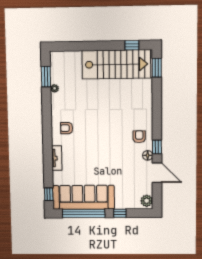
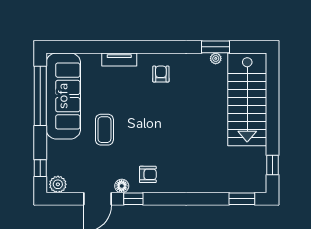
stairs: (116, 64) -> (247, 99), moved
window: (46, 77) -> (216, 47), moved
coffee table: (107, 168) -> (104, 130), added
window: (49, 194) -> (68, 47), removed
window: (120, 213) -> (40, 168), moved

